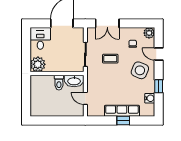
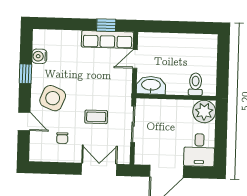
plant: (149, 33) -> (37, 153), removed
toilet: (59, 83) -> (195, 84), moved
door: (85, 98) -> (135, 59), swing flipped
row of seats: (122, 111) -> (107, 39), moved
window: (123, 121) -> (106, 25), moved

